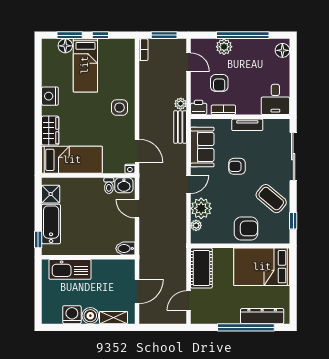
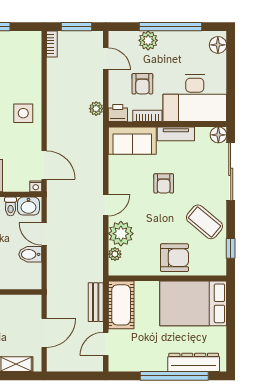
desk: (275, 99) -> (195, 98), width x1.87, depth x1.30
floor lamp: (283, 126) -> (218, 135), added
bench: (180, 127) -> (96, 302), moved
sofa: (202, 147) -> (132, 141), moved, turned 90
armchair: (237, 166) -> (164, 183), turned -90
bidet: (125, 248) -> (30, 254), moved

